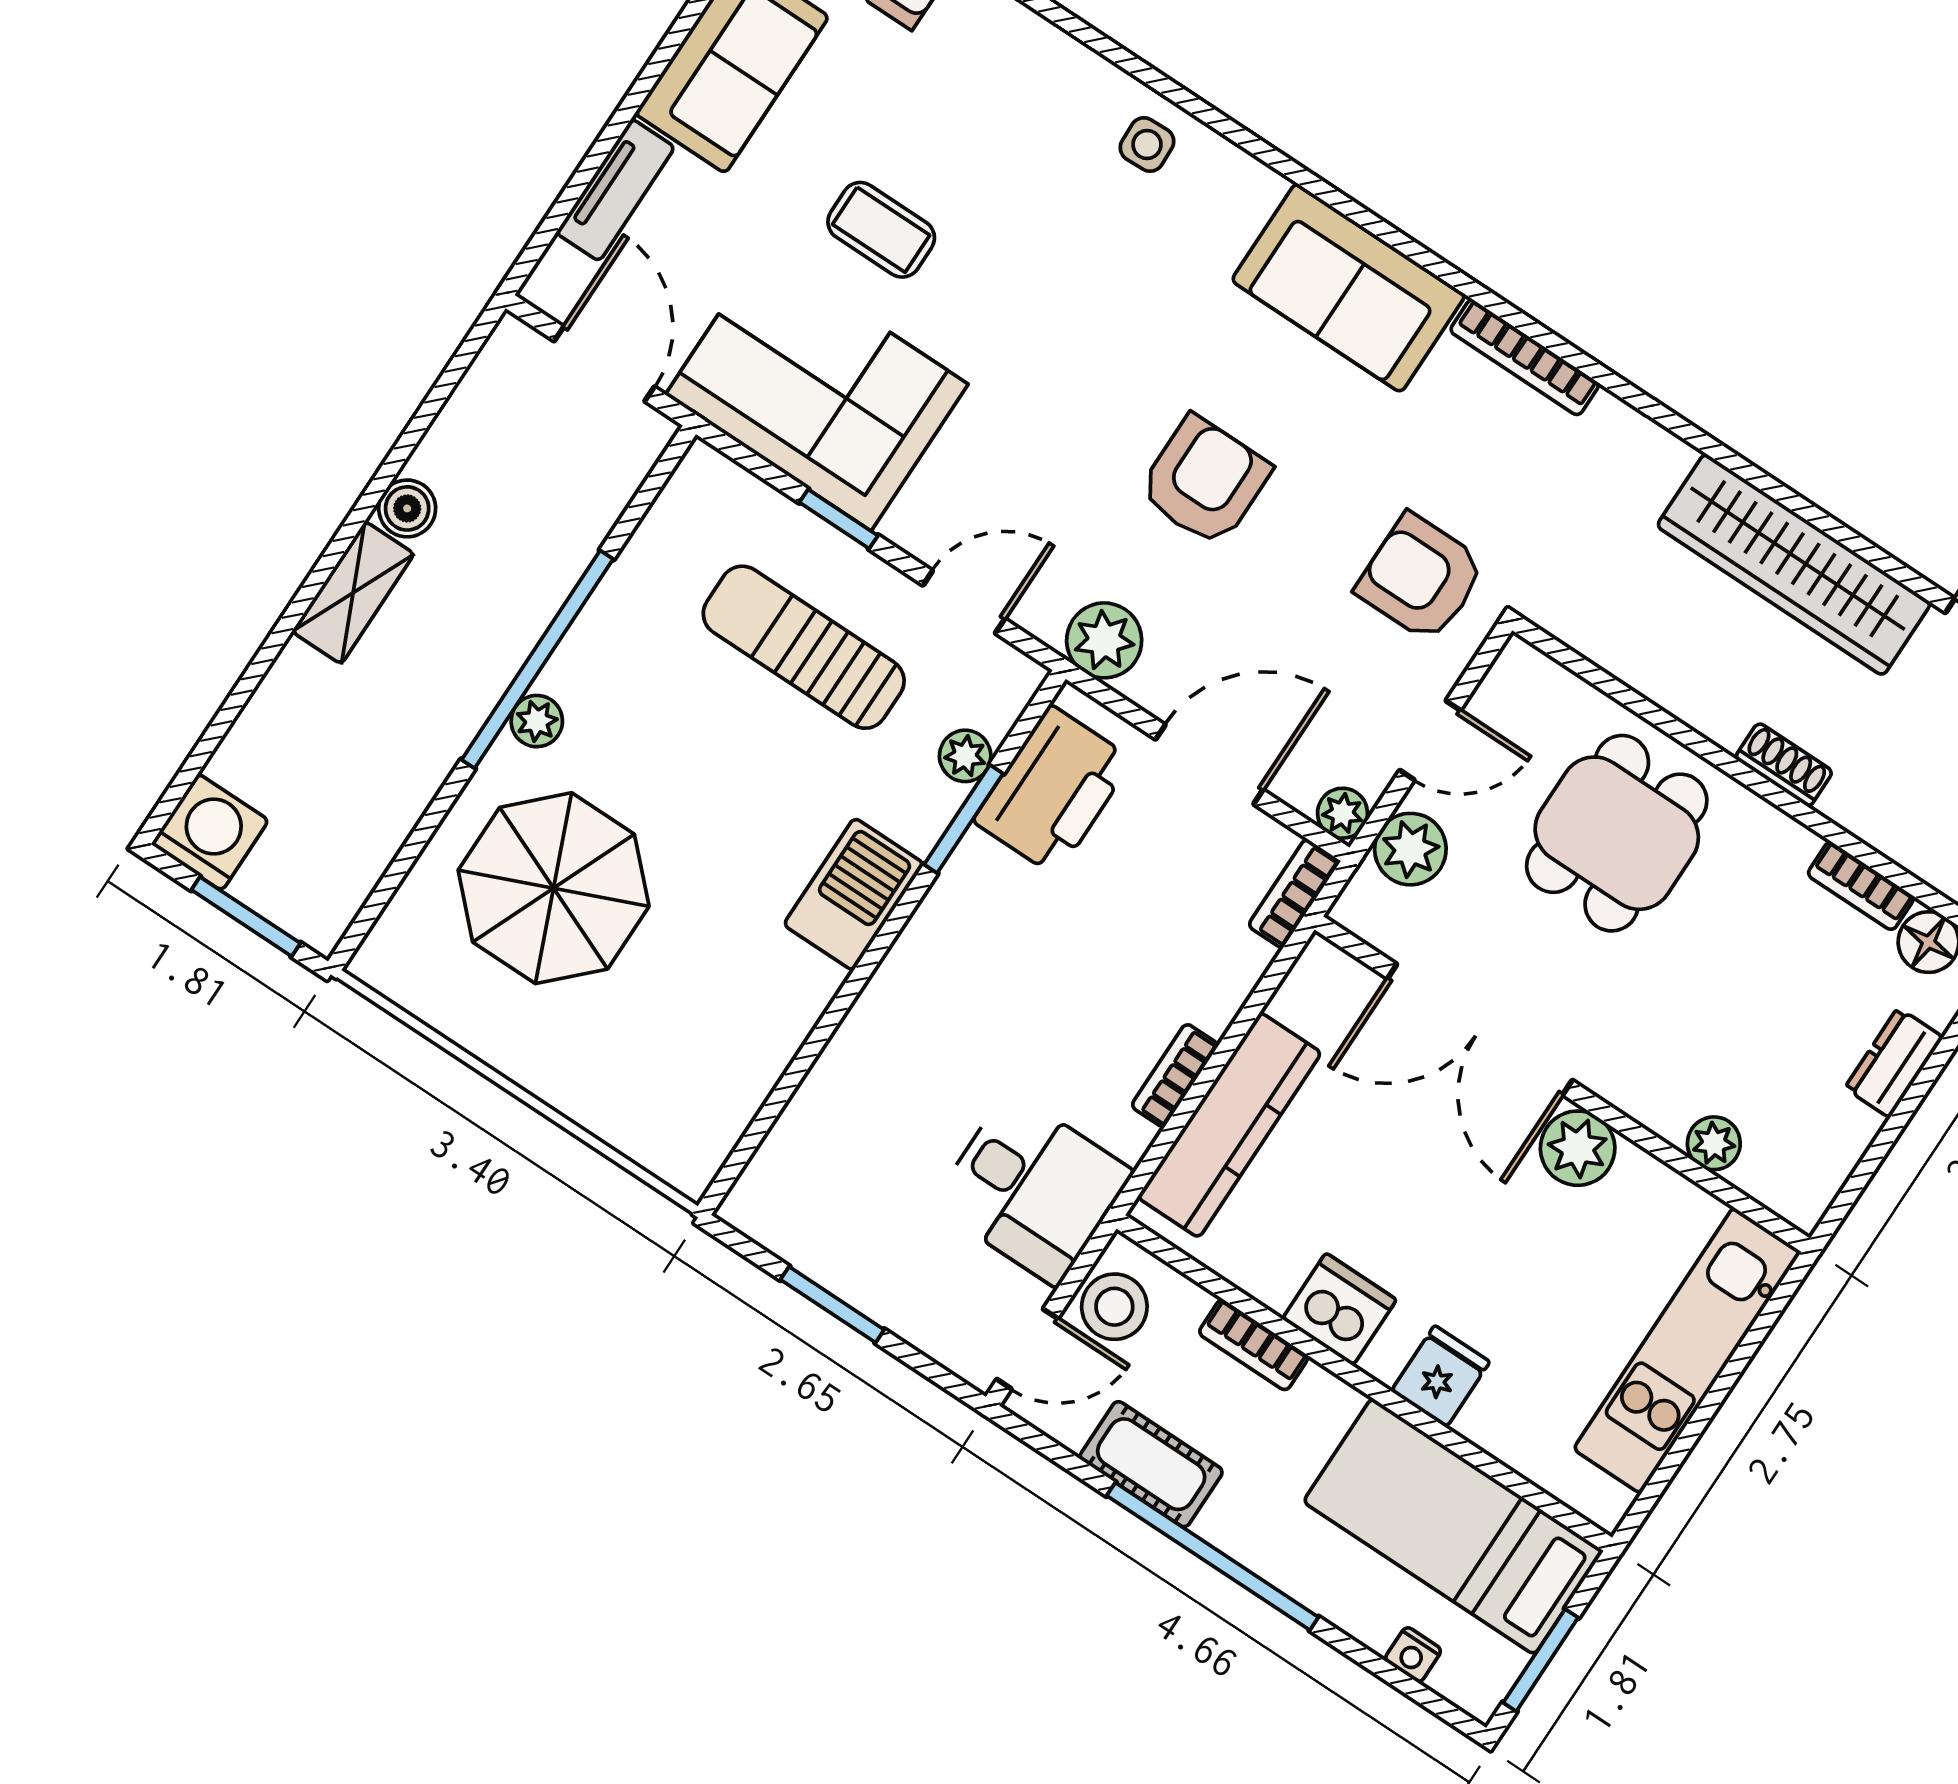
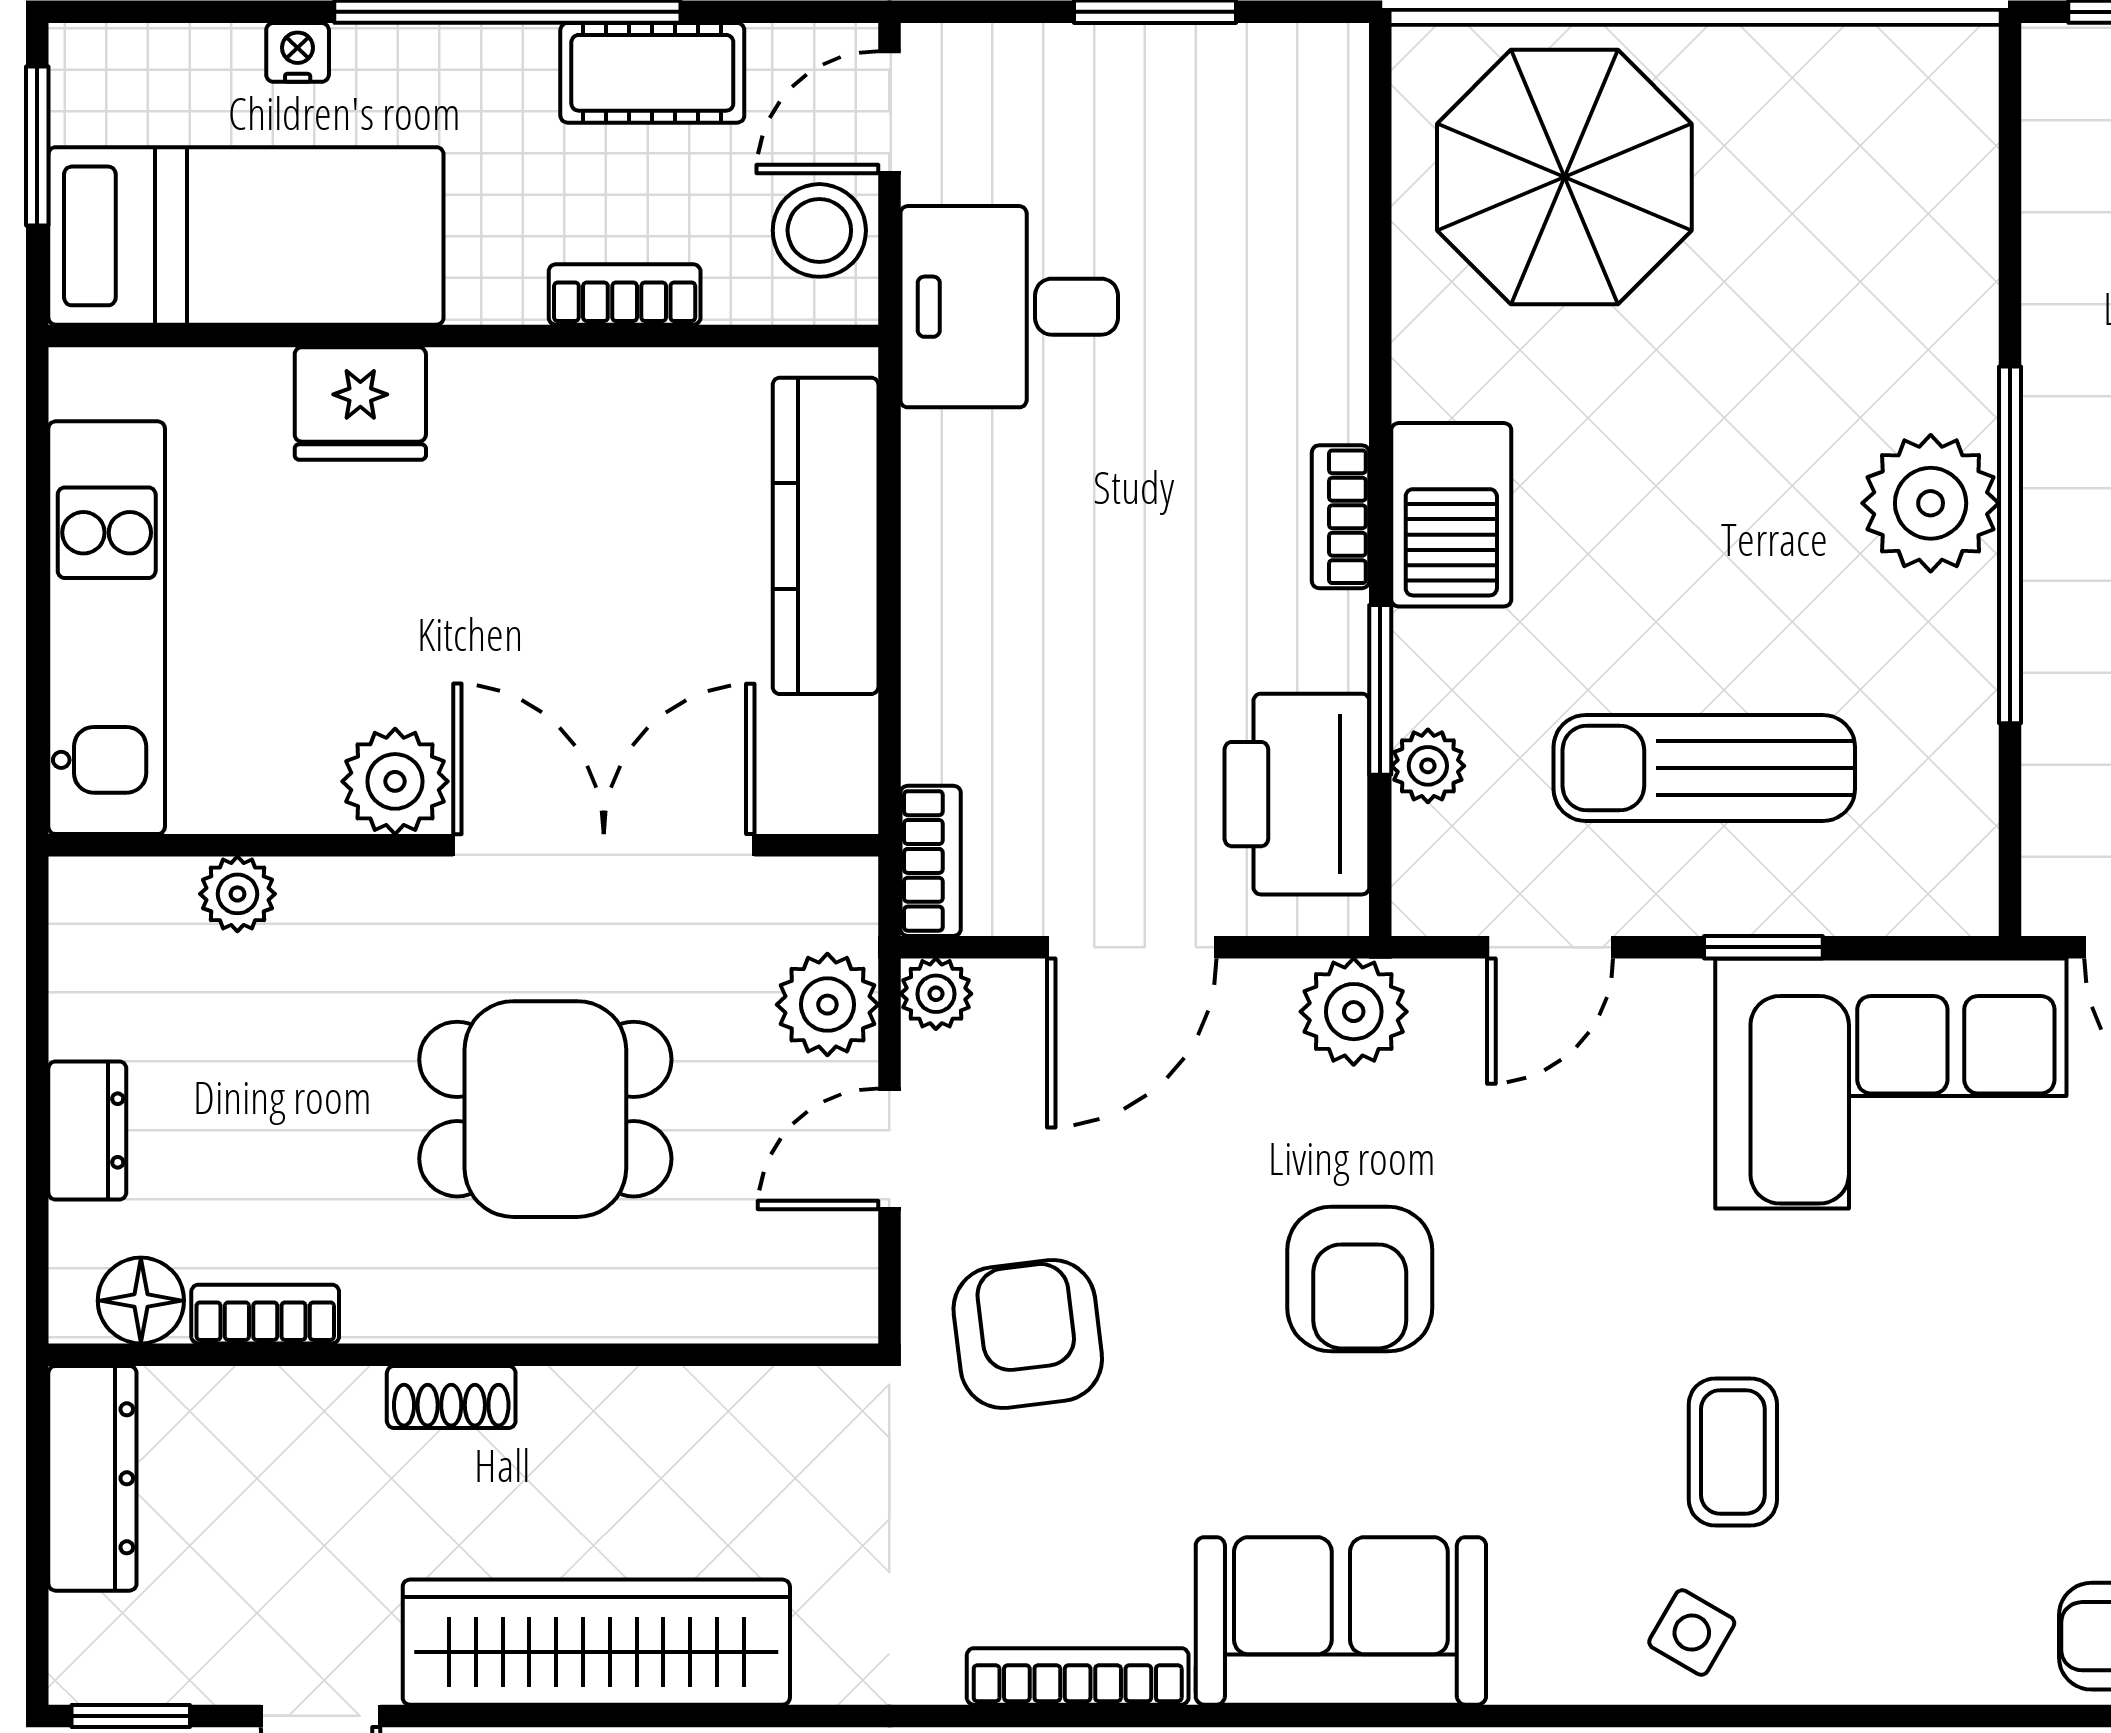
side table: (1147, 144) -> (1692, 1633), turned 32
coffee table: (881, 230) -> (1733, 1452), moved, turned 90
armchair: (1421, 578) -> (1028, 1334), turned -97
sun lounger: (804, 647) -> (1704, 768), turned 180
plant: (537, 721) -> (1931, 503), width x1.88, depth x1.88
dining table: (1617, 833) -> (545, 1109), moved, turned 90
parasol: (554, 888) -> (1564, 177), moved
bookcase: (1175, 1075) -> (1341, 517), moved, turned 180
dishwasher: (1339, 1309) -> (551, 404), removed
fridge: (1440, 1376) -> (360, 403), width x1.38
nightstand: (1413, 1655) -> (298, 52), moved

